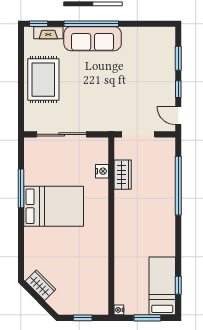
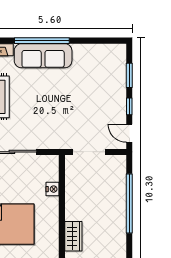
wardrobe: (123, 175) -> (73, 236), moved

